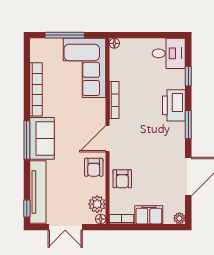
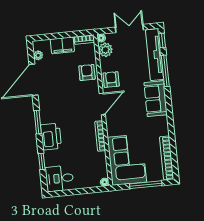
bookcase: (36, 89) -> (167, 158), moved
window: (27, 140) -> (165, 71), moved
plant: (179, 218) -> (38, 55), moved

